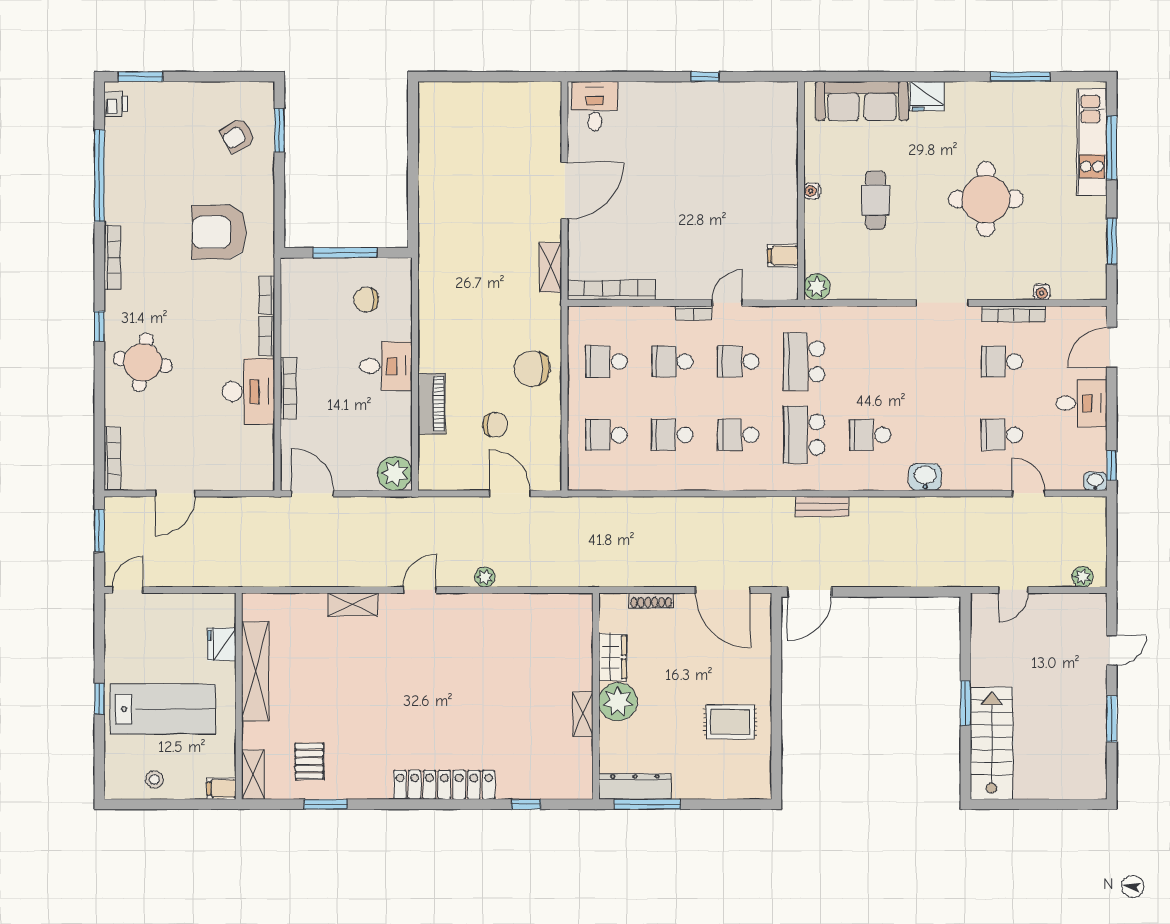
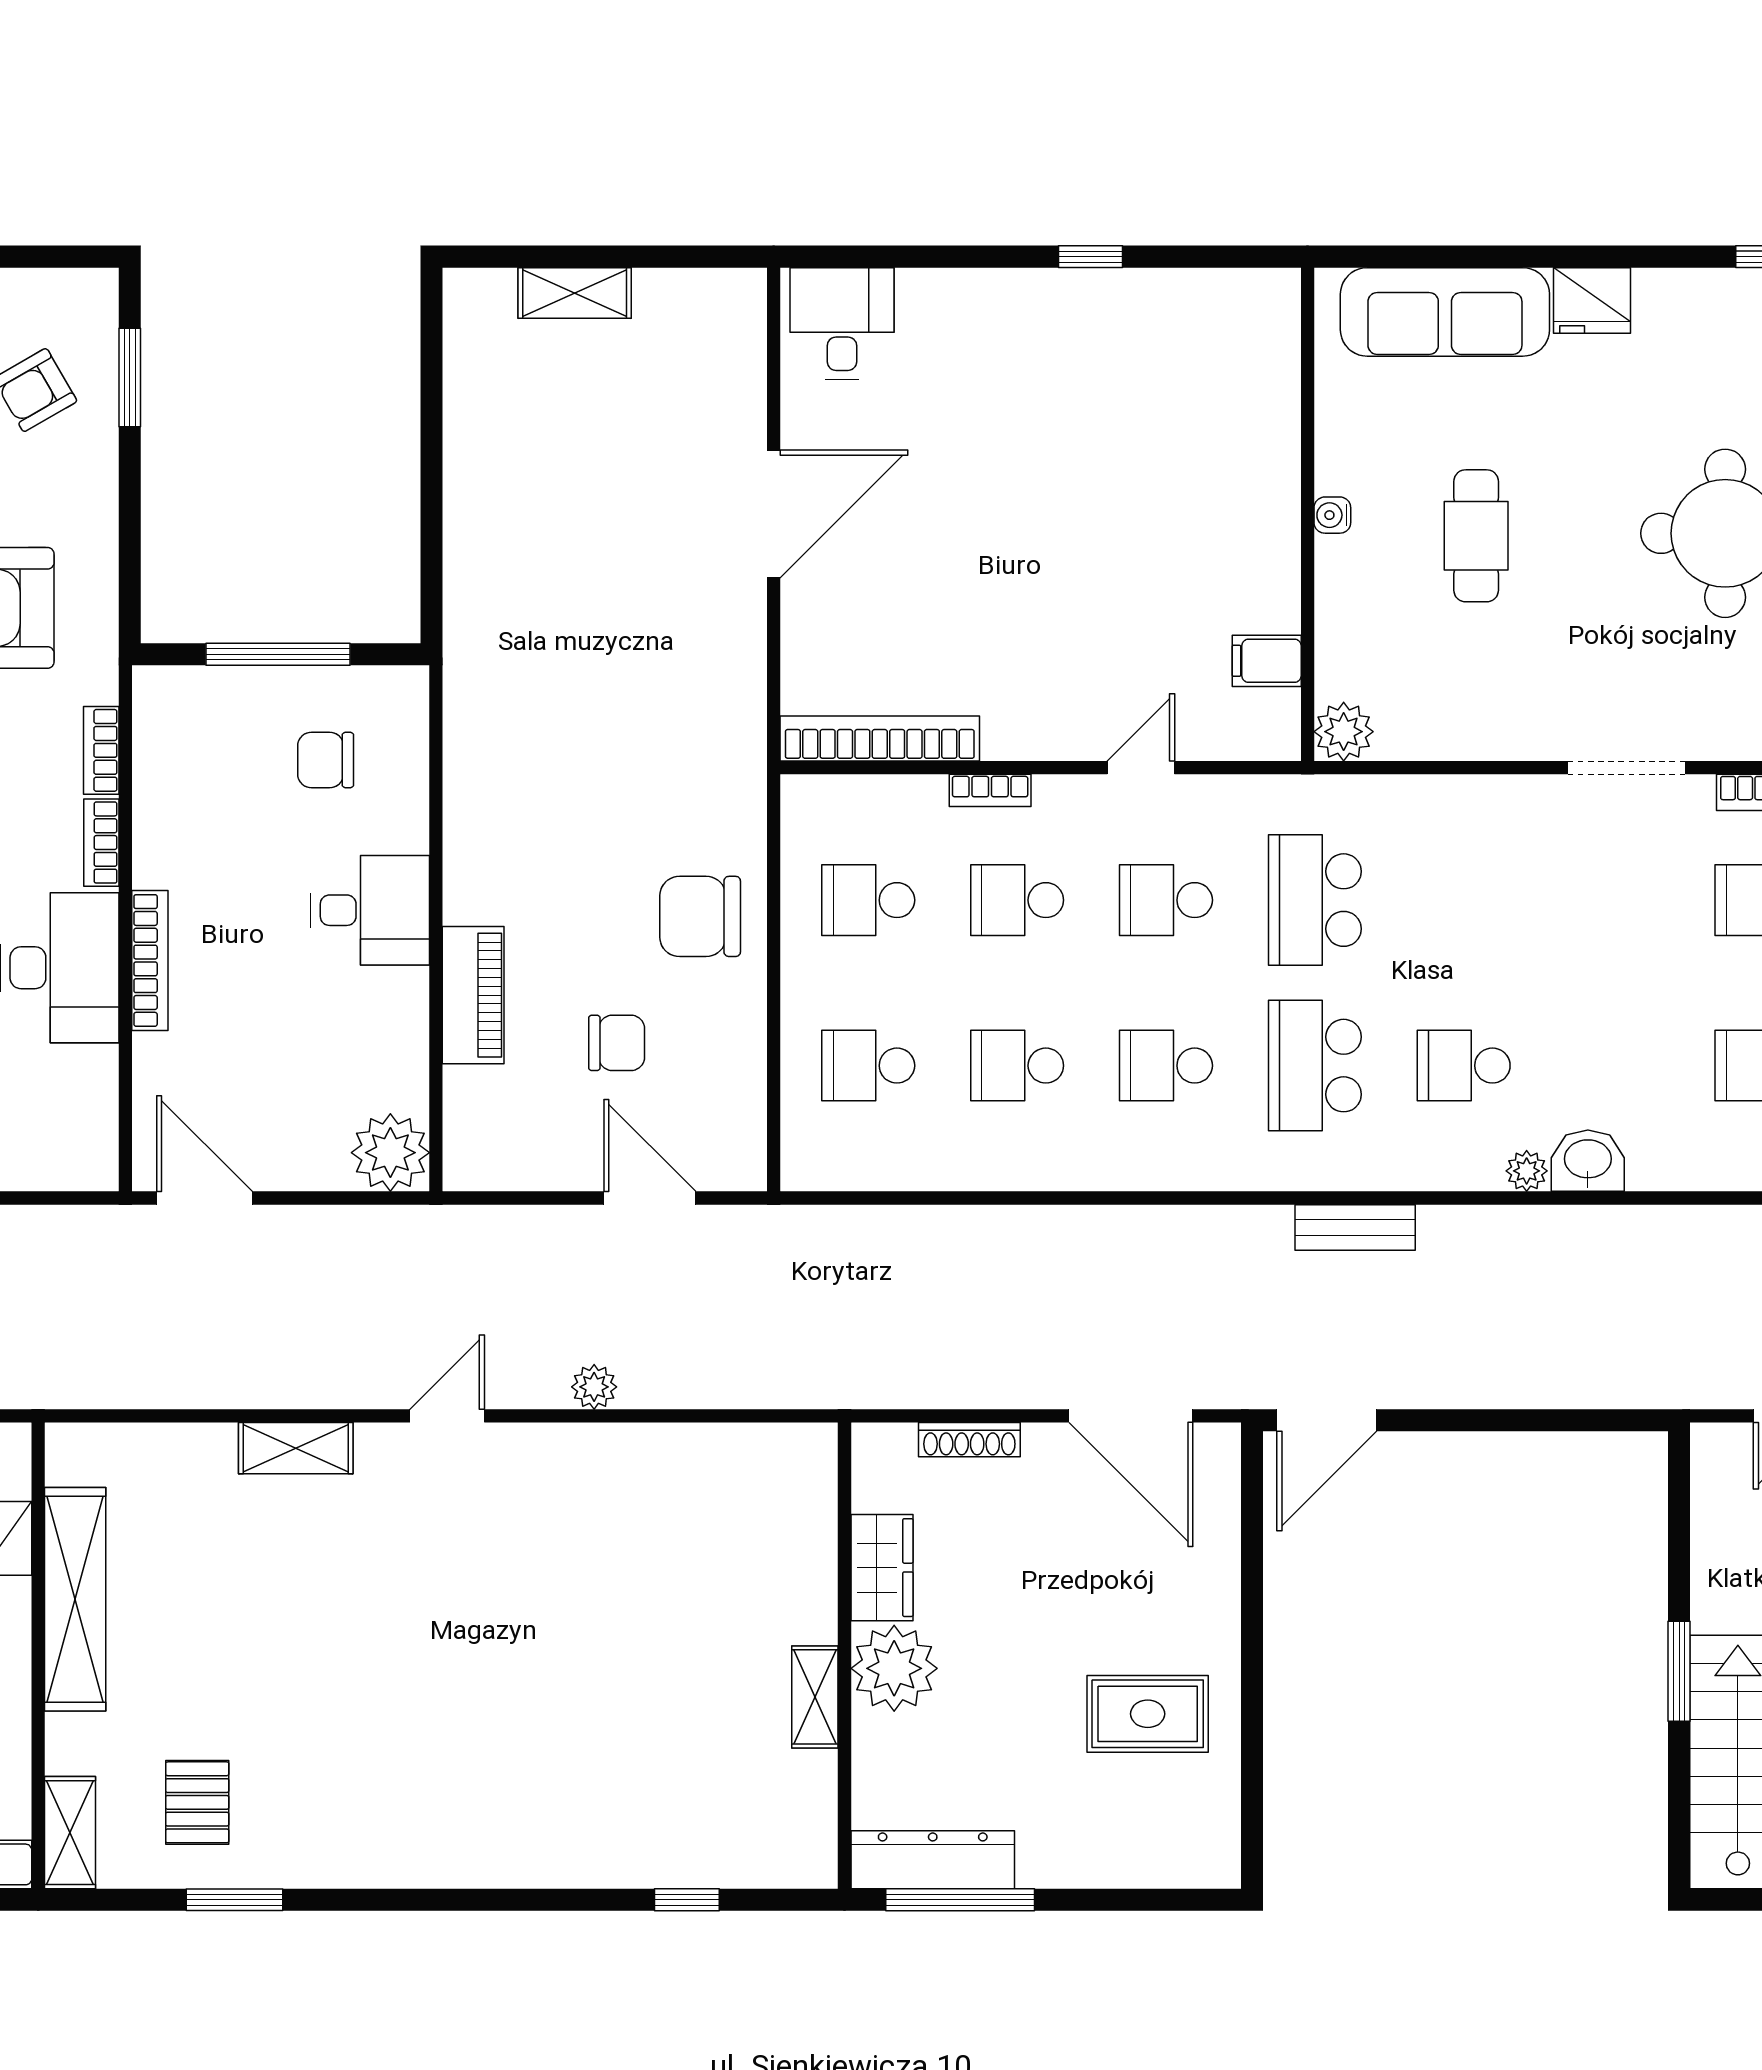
shelving: (550, 267) -> (575, 293), moved, turned 90
bookcase: (694, 313) -> (990, 790), moved
plant: (898, 481) -> (1527, 1171), added
locker: (444, 785) -> (502, 1856), removed

